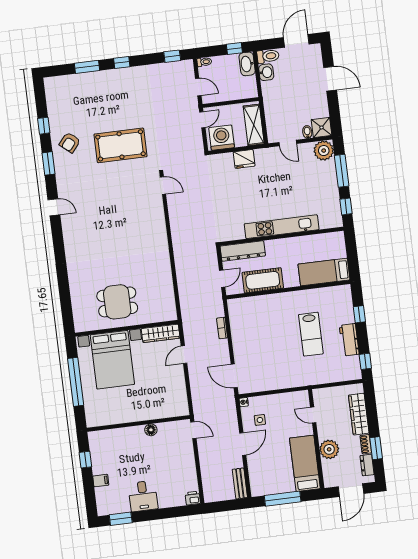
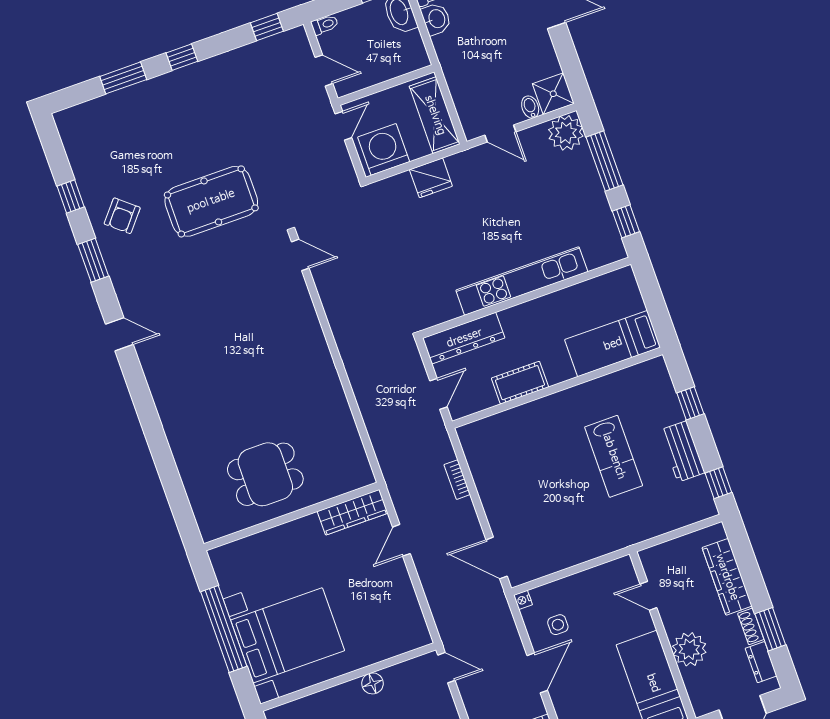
cot: (263, 280) -> (520, 383), width x0.73, depth x0.75
bed with nightstands: (112, 360) -> (288, 635), moved, turned -90

